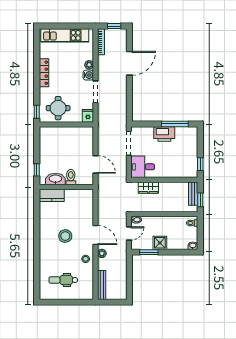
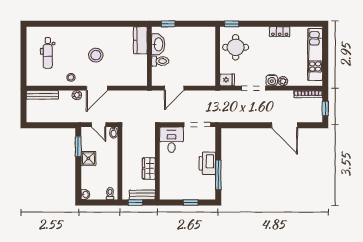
locker: (44, 73) -> (280, 32), width x0.66
window: (200, 164) -> (191, 203), moved
wardrobe: (148, 188) -> (149, 169), moved
dental chair: (63, 280) -> (48, 53), turned 180

